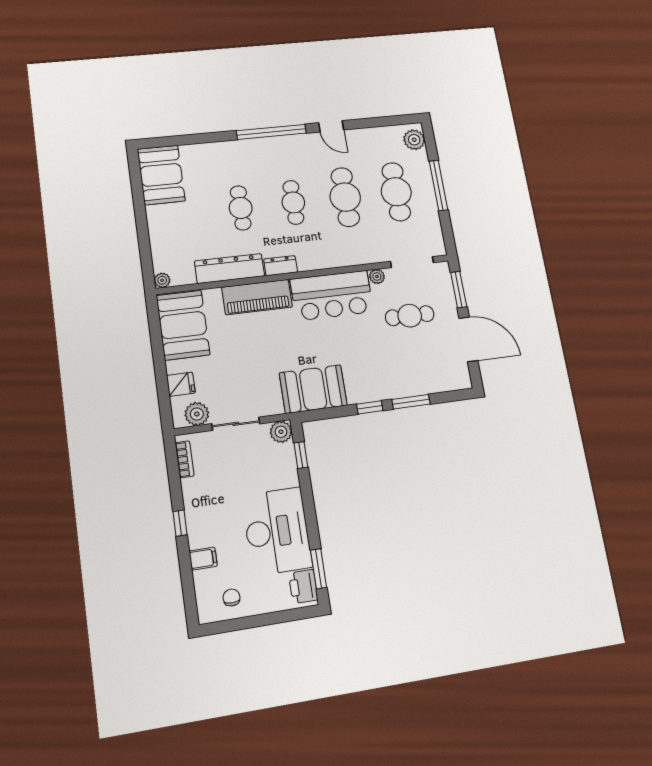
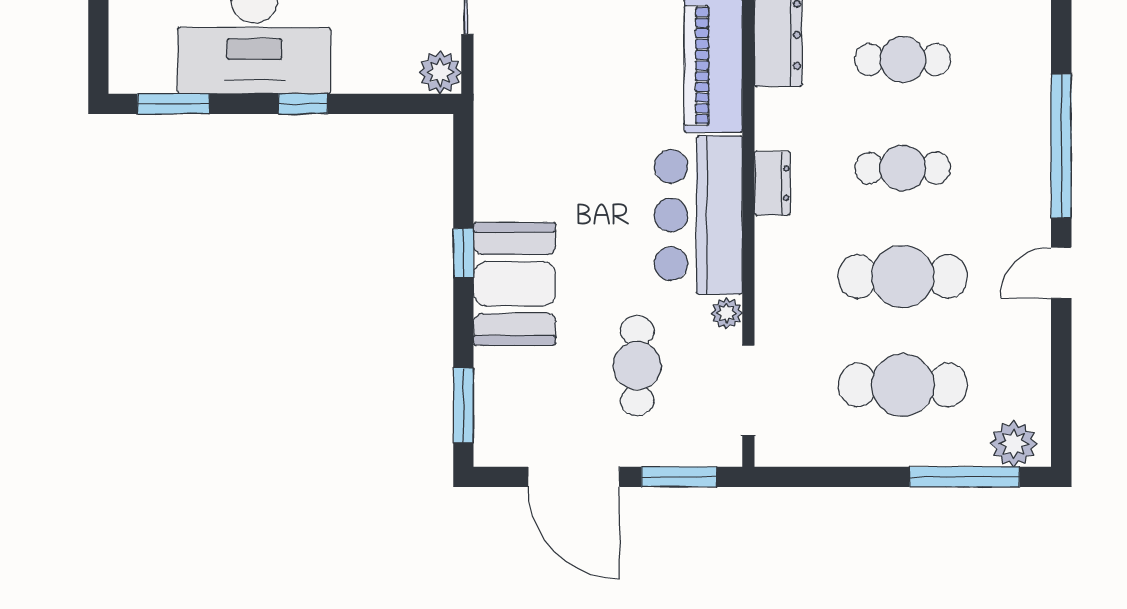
window: (438, 185) -> (964, 477), moved
dresser: (281, 266) -> (772, 183), moved
door: (468, 339) -> (574, 477), hinge flipped
booth: (313, 389) -> (515, 284), moved
window: (411, 402) -> (463, 405), moved
window: (301, 455) -> (303, 104), moved
printer: (303, 586) -> (146, 70), removed

